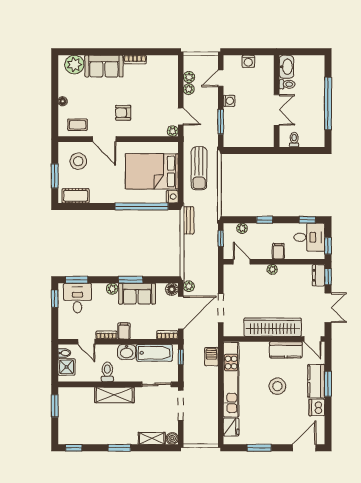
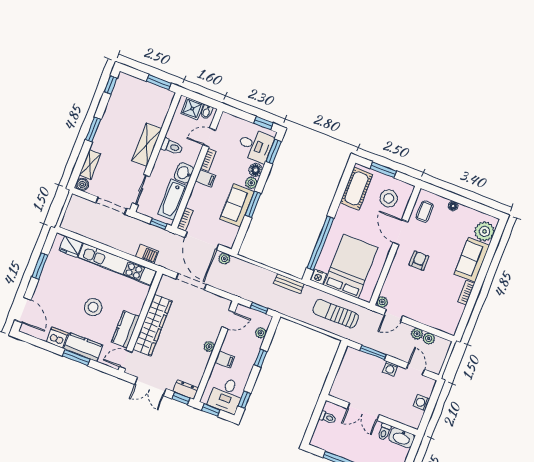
door: (104, 139) -> (400, 232), hinge flipped
cot: (76, 196) -> (356, 188), width x1.37, depth x1.34
floor lamp: (172, 289) -> (256, 170), moved

